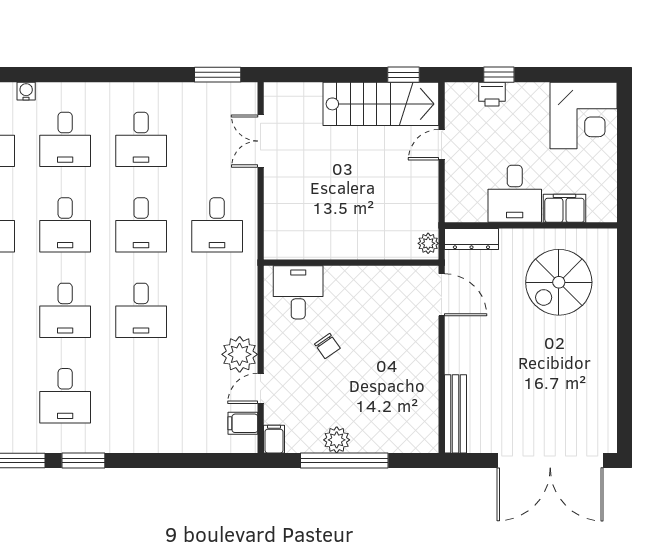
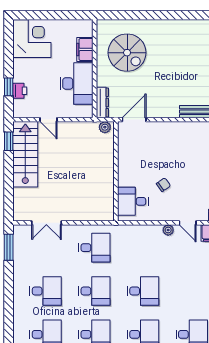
desk: (515, 194) -> (77, 83), width x1.37
plant: (240, 354) -> (168, 230), width x0.53, depth x0.53

